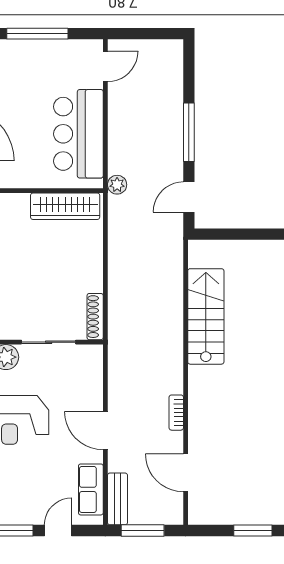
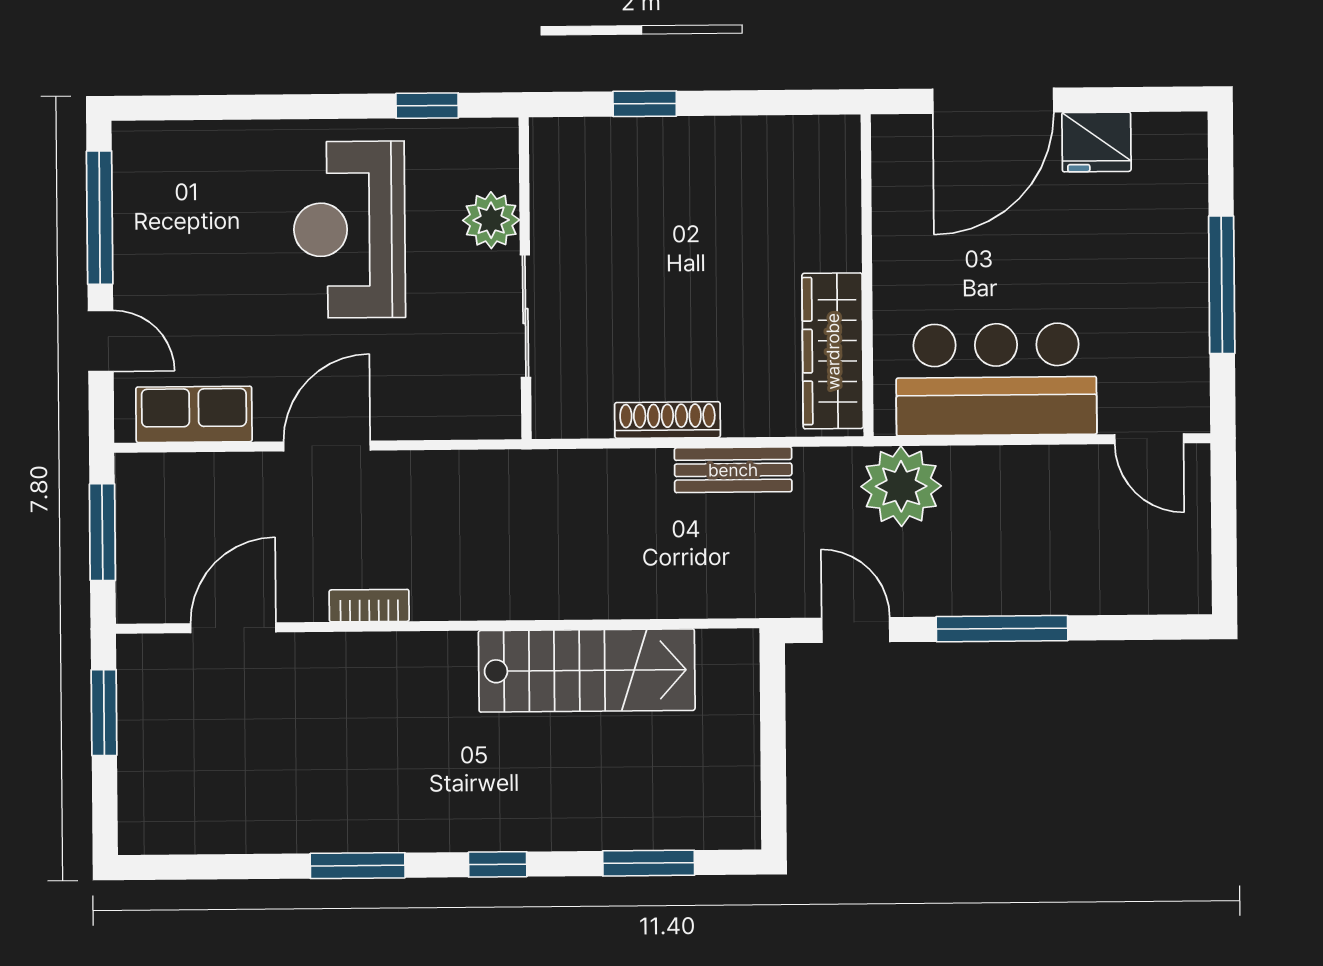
plant: (117, 185) -> (901, 486), width x1.88, depth x1.88
shoe rack: (95, 317) -> (667, 420), moved
bench: (117, 499) -> (733, 470), moved
window: (253, 530) -> (104, 713), moved

